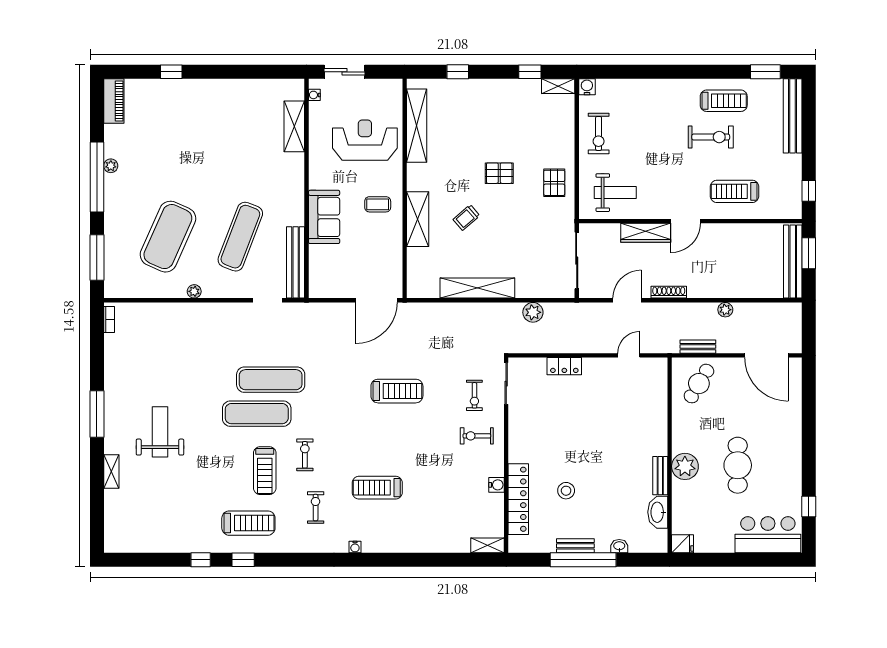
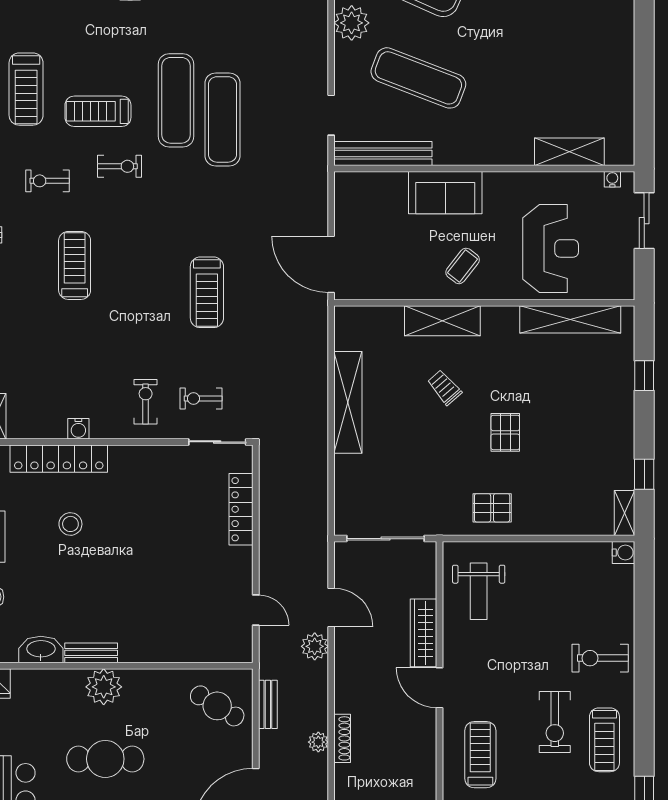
exercise bike: (599, 133) -> (600, 658), moved
coffee table: (378, 204) -> (463, 266), turned 38
plant: (194, 291) -> (352, 23), width x1.88, depth x1.88
shoe rack: (669, 292) -> (342, 738), moved
plant: (533, 312) -> (315, 646), moved
locker: (564, 366) -> (241, 509), width x1.53
exercise bike: (316, 508) -> (47, 181), turned 180

